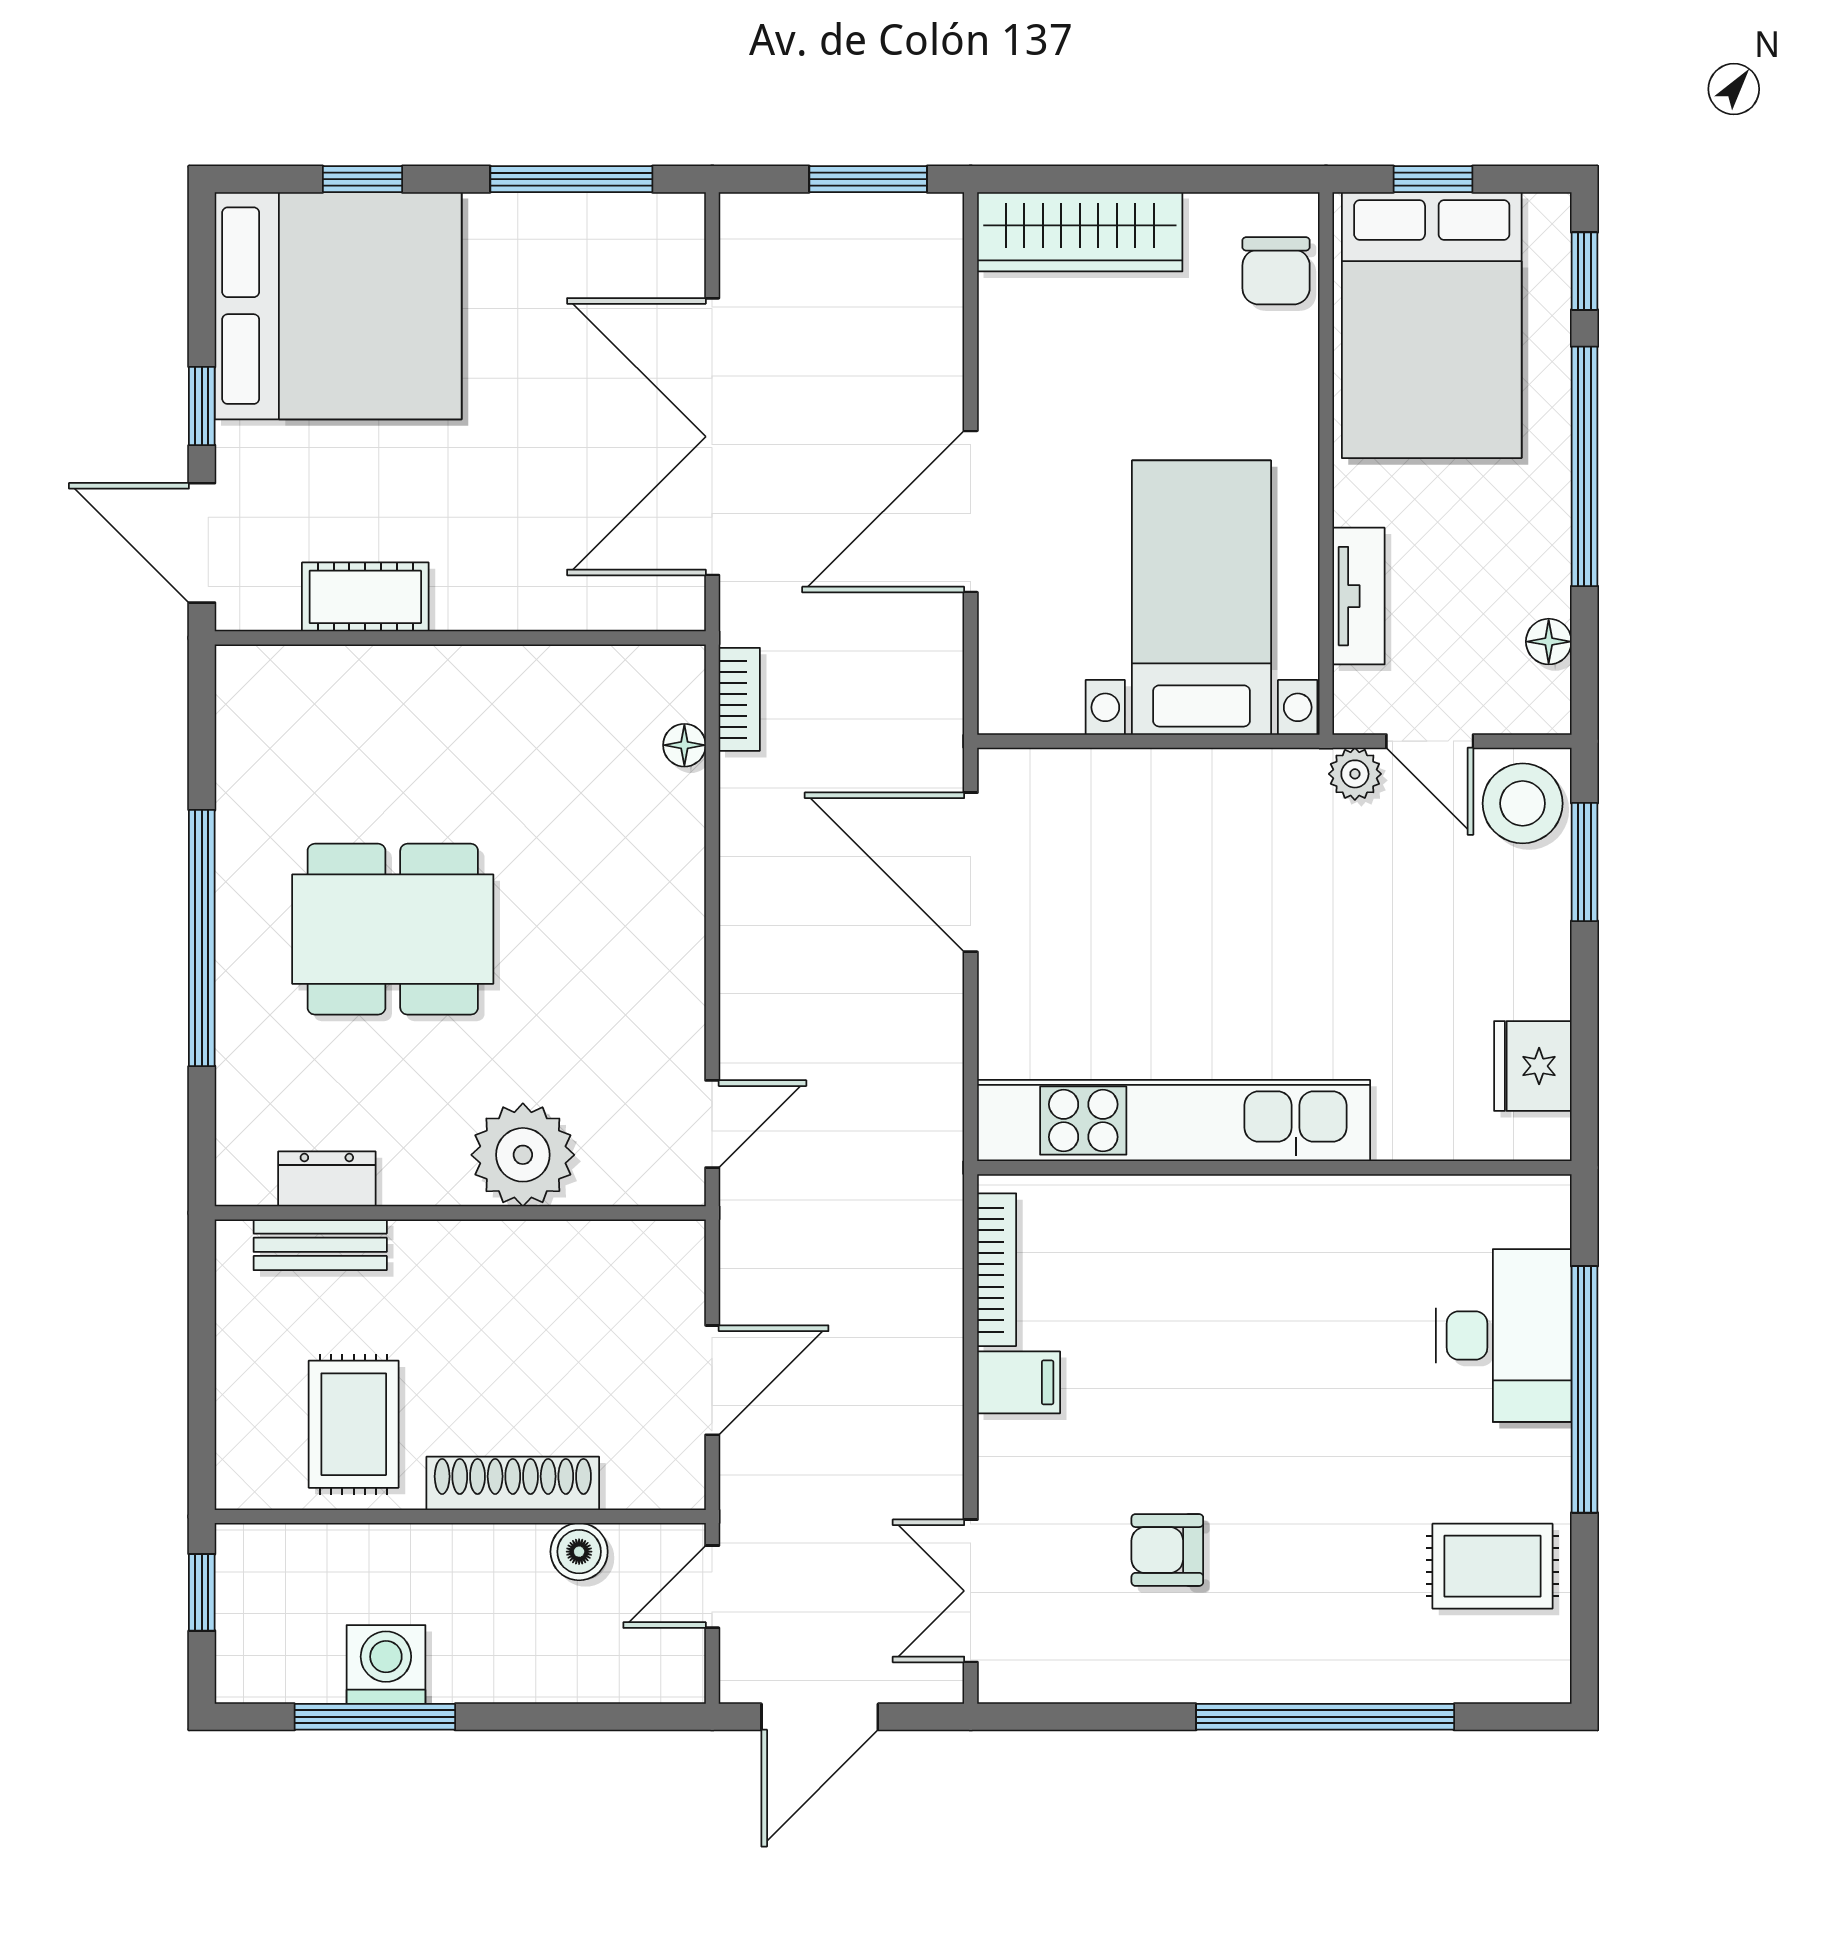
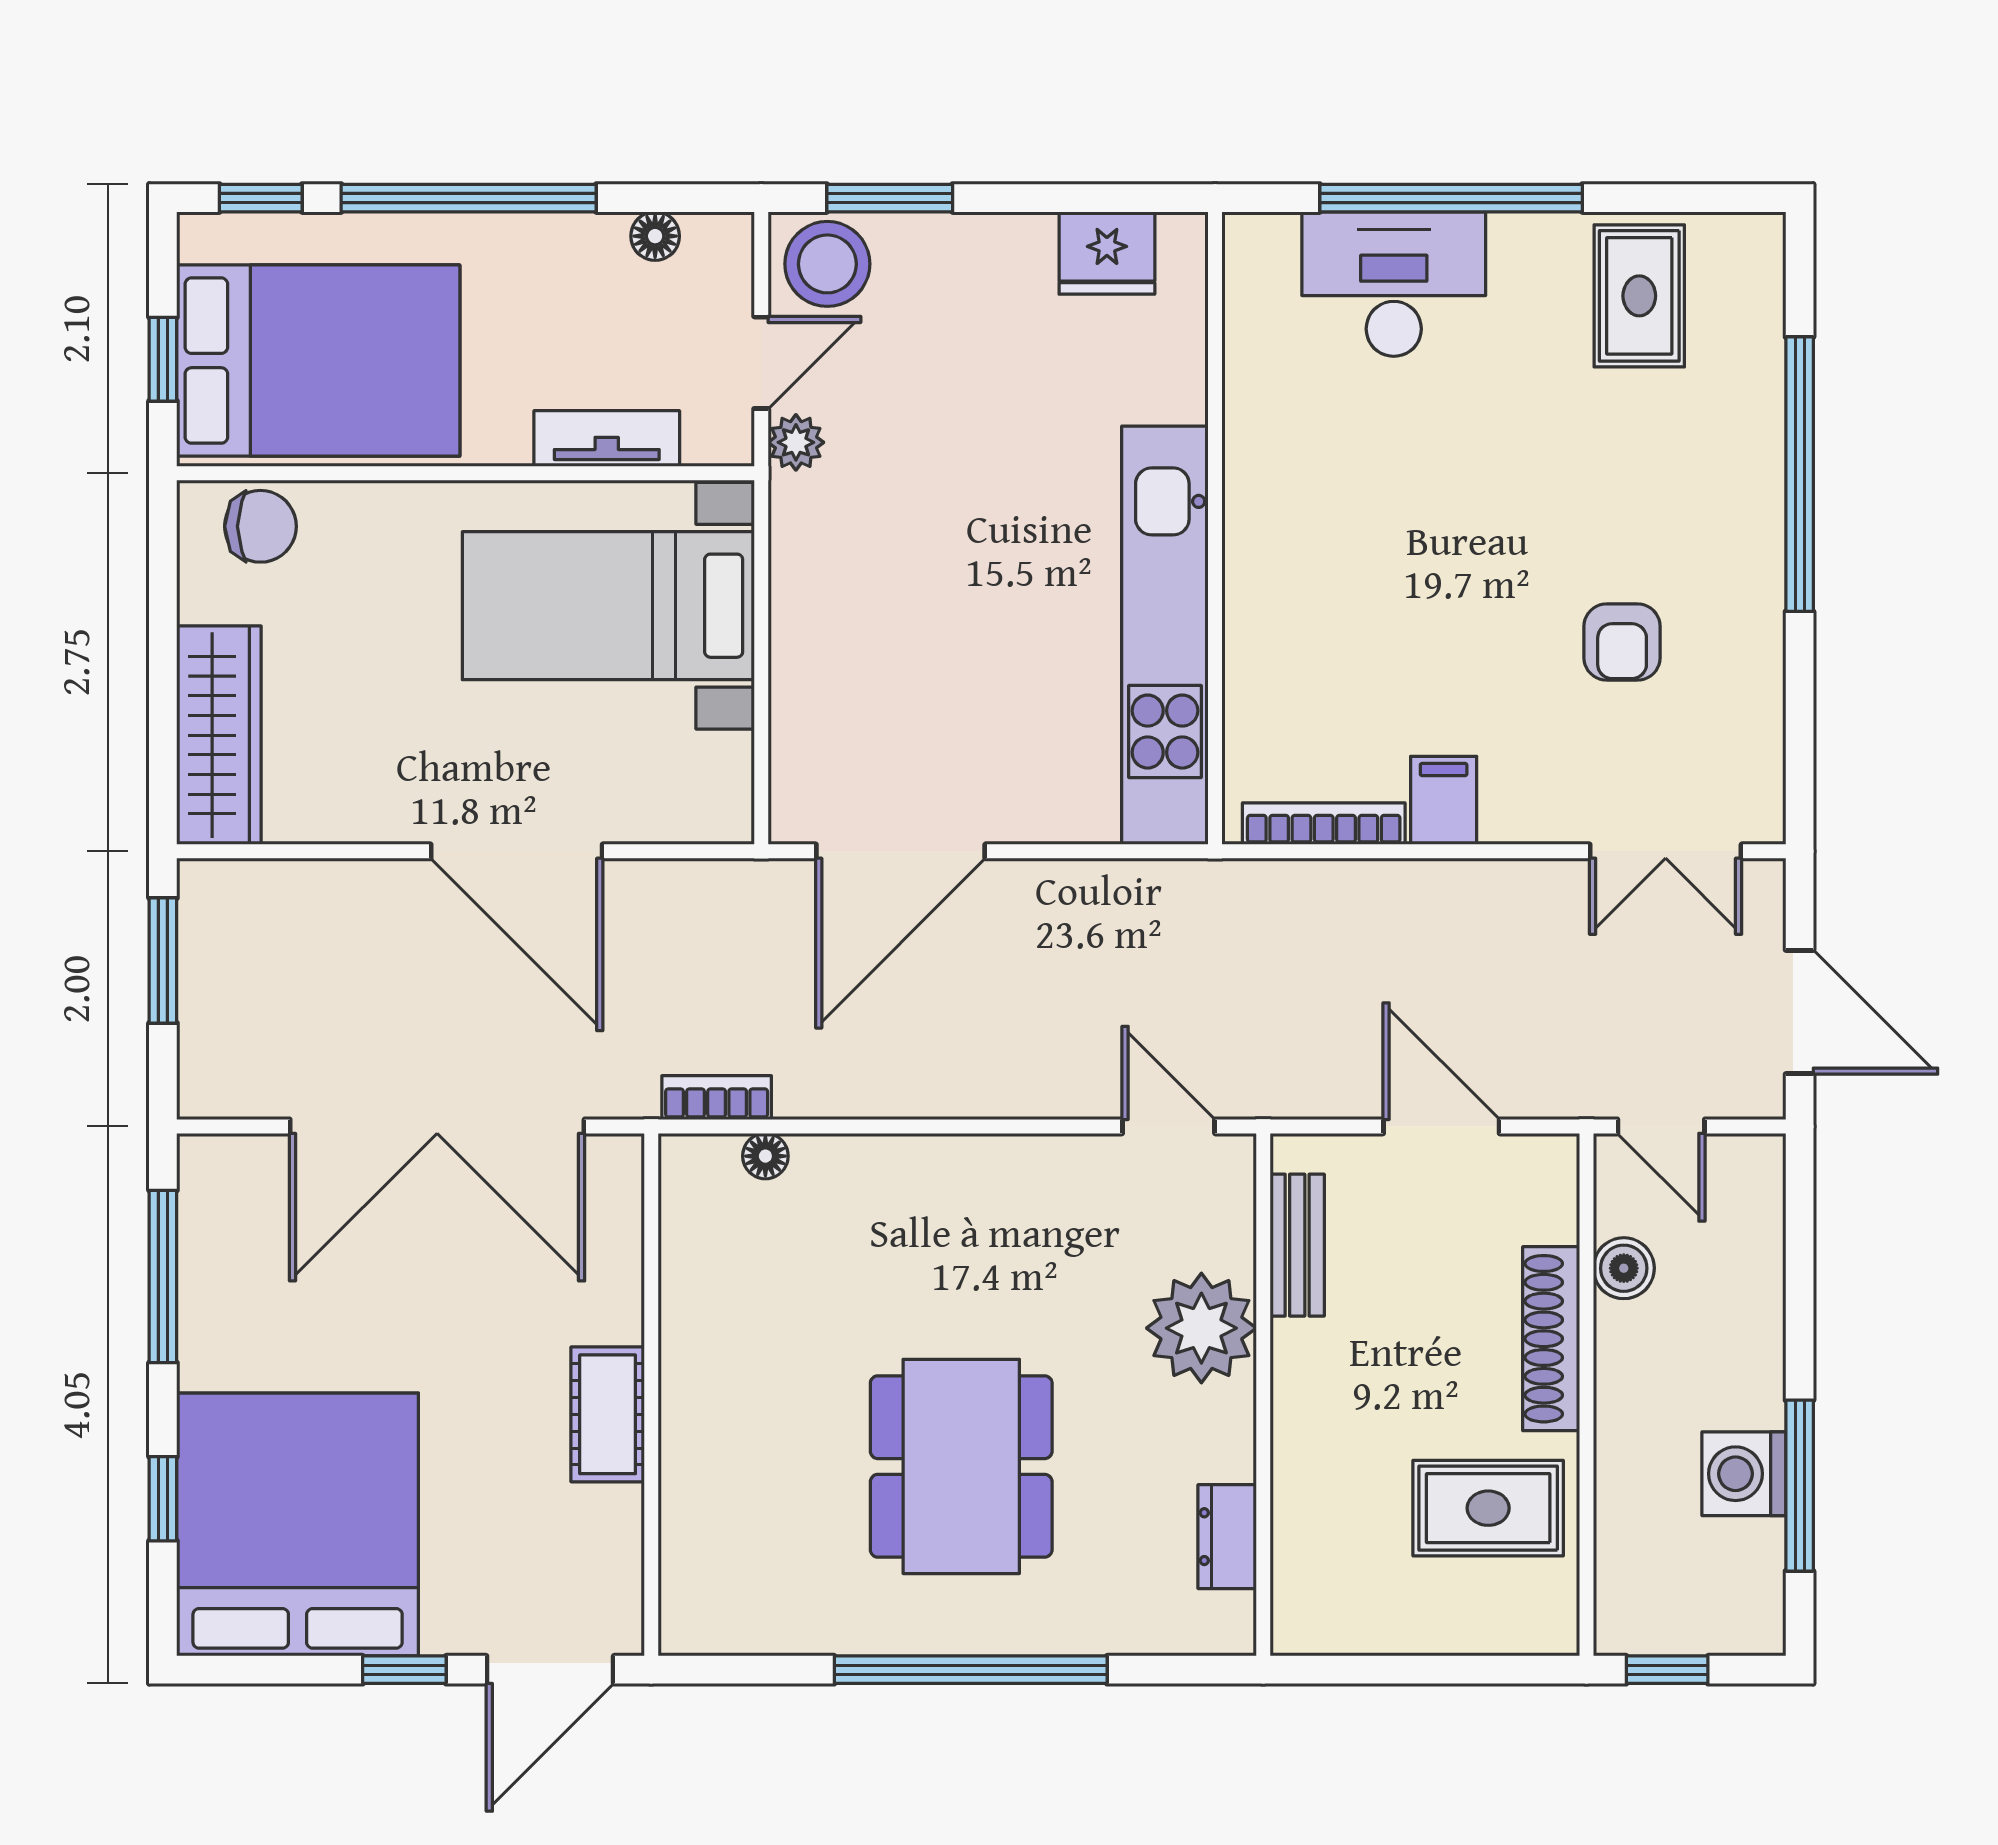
cot: (365, 597) -> (608, 1414), moved
bench: (320, 1245) -> (1297, 1245), moved

